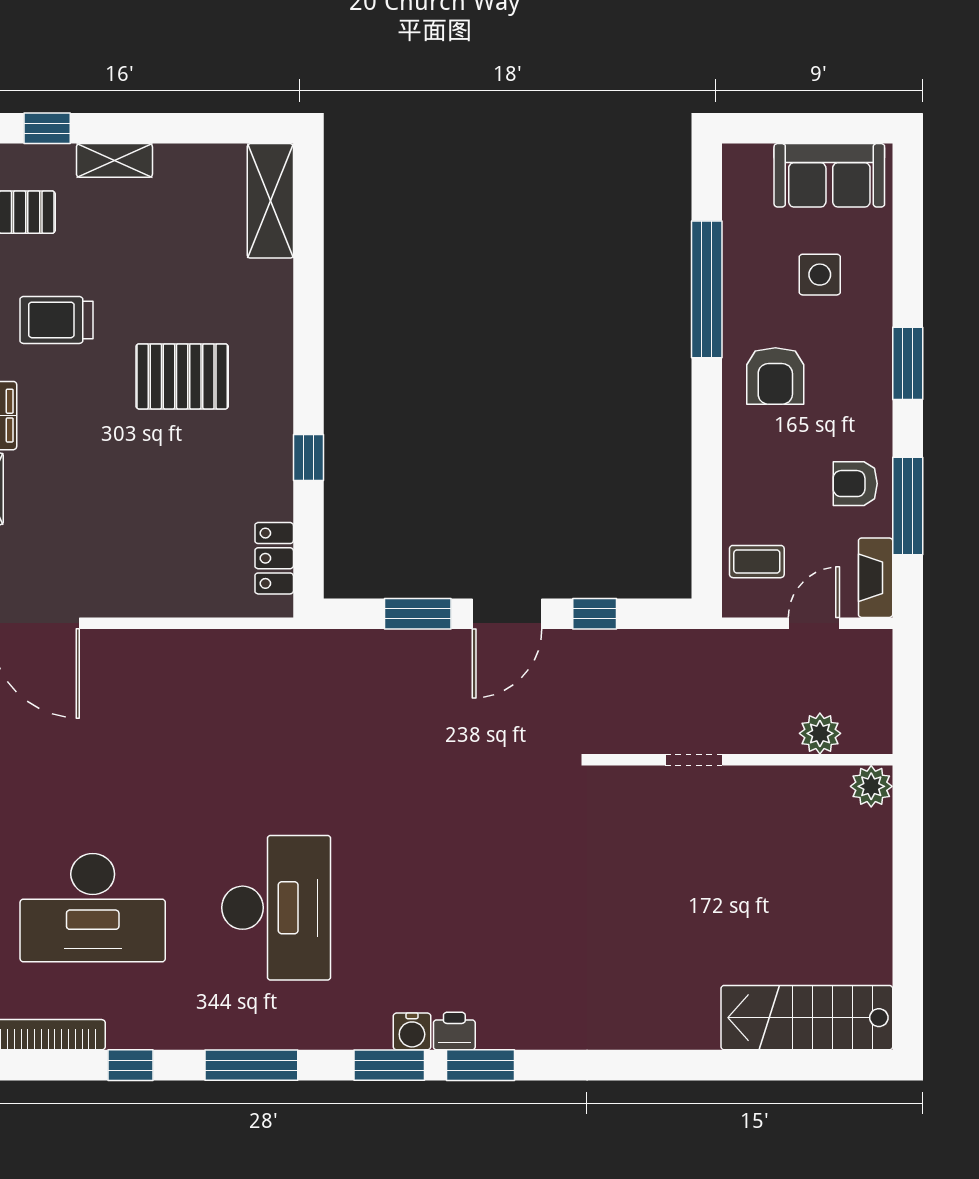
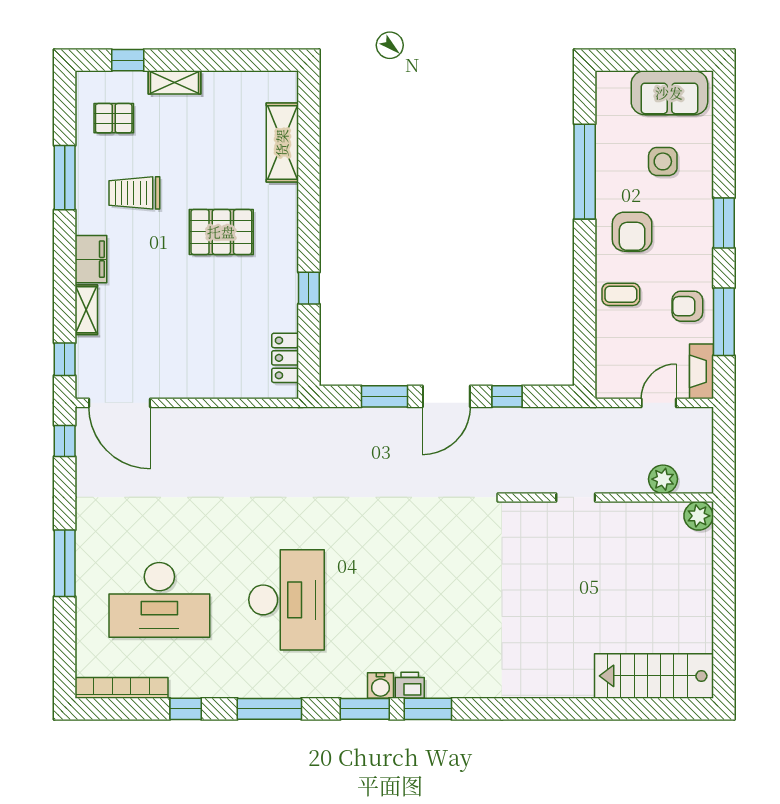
shelving: (270, 201) -> (282, 143), moved
coffee table: (757, 562) -> (621, 294), moved

